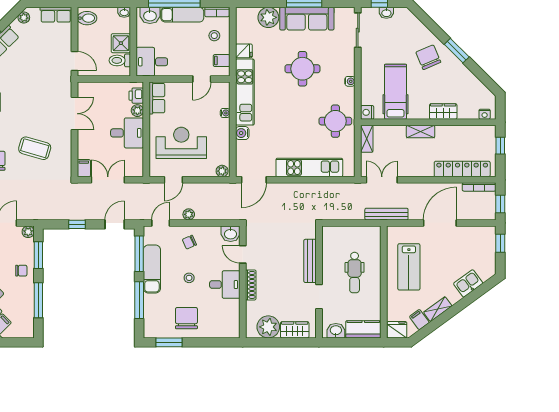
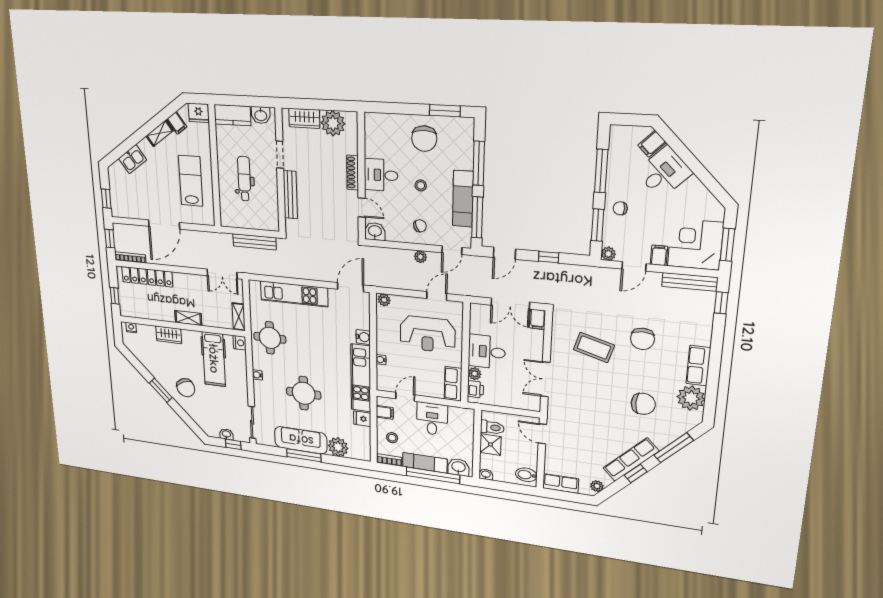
desk: (152, 62) -> (432, 419), moved, turned -90
bench: (386, 214) -> (255, 242), moved

